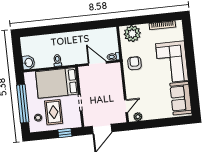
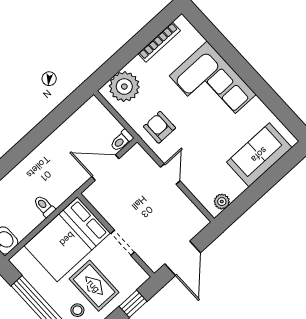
sofa: (181, 98) -> (259, 155), moved, turned 90
door: (126, 106) -> (170, 174), moved

